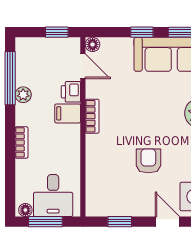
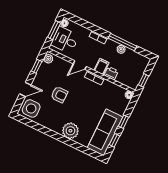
door: (83, 66) -> (80, 65), moved
window: (10, 78) -> (123, 42), moved
plant: (98, 208) -> (48, 59), added

